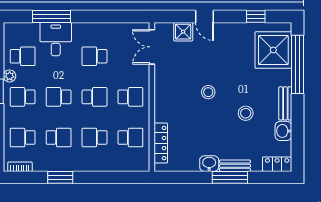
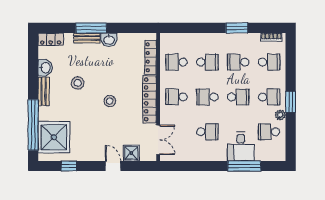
locker: (162, 94) -> (150, 99), added

